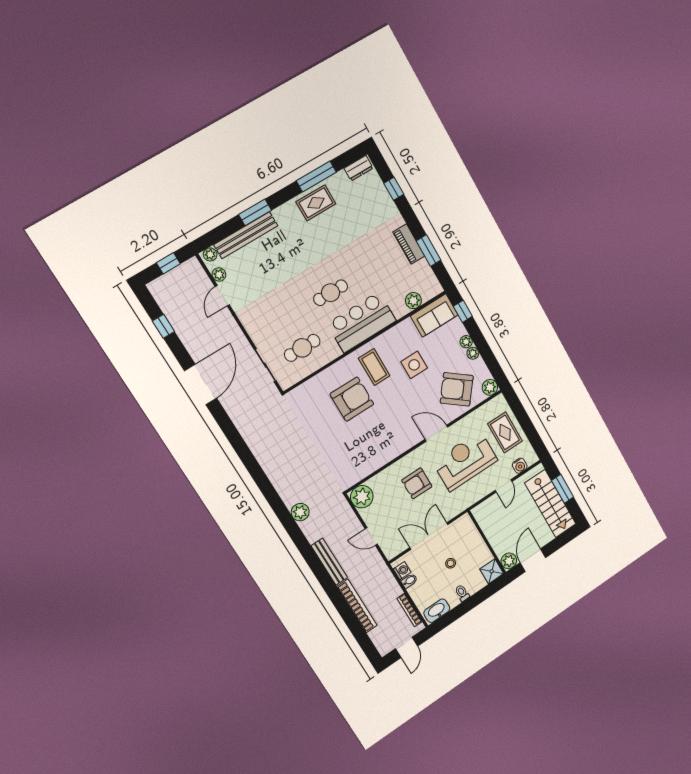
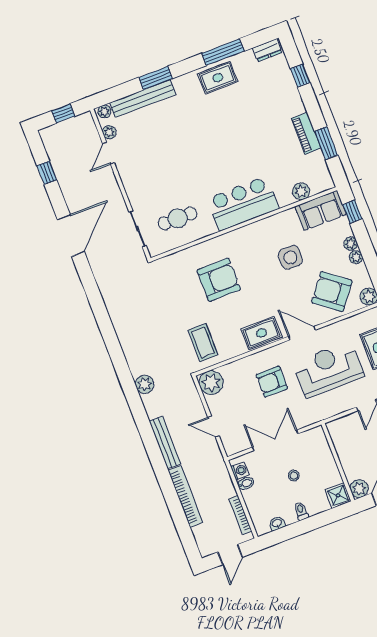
cafe table: (331, 293) -> (216, 169), removed
coffee table: (374, 367) -> (203, 342), moved
rug: (400, 441) -> (262, 333), added
washbasin: (437, 611) -> (277, 523), width x0.52, depth x0.69

